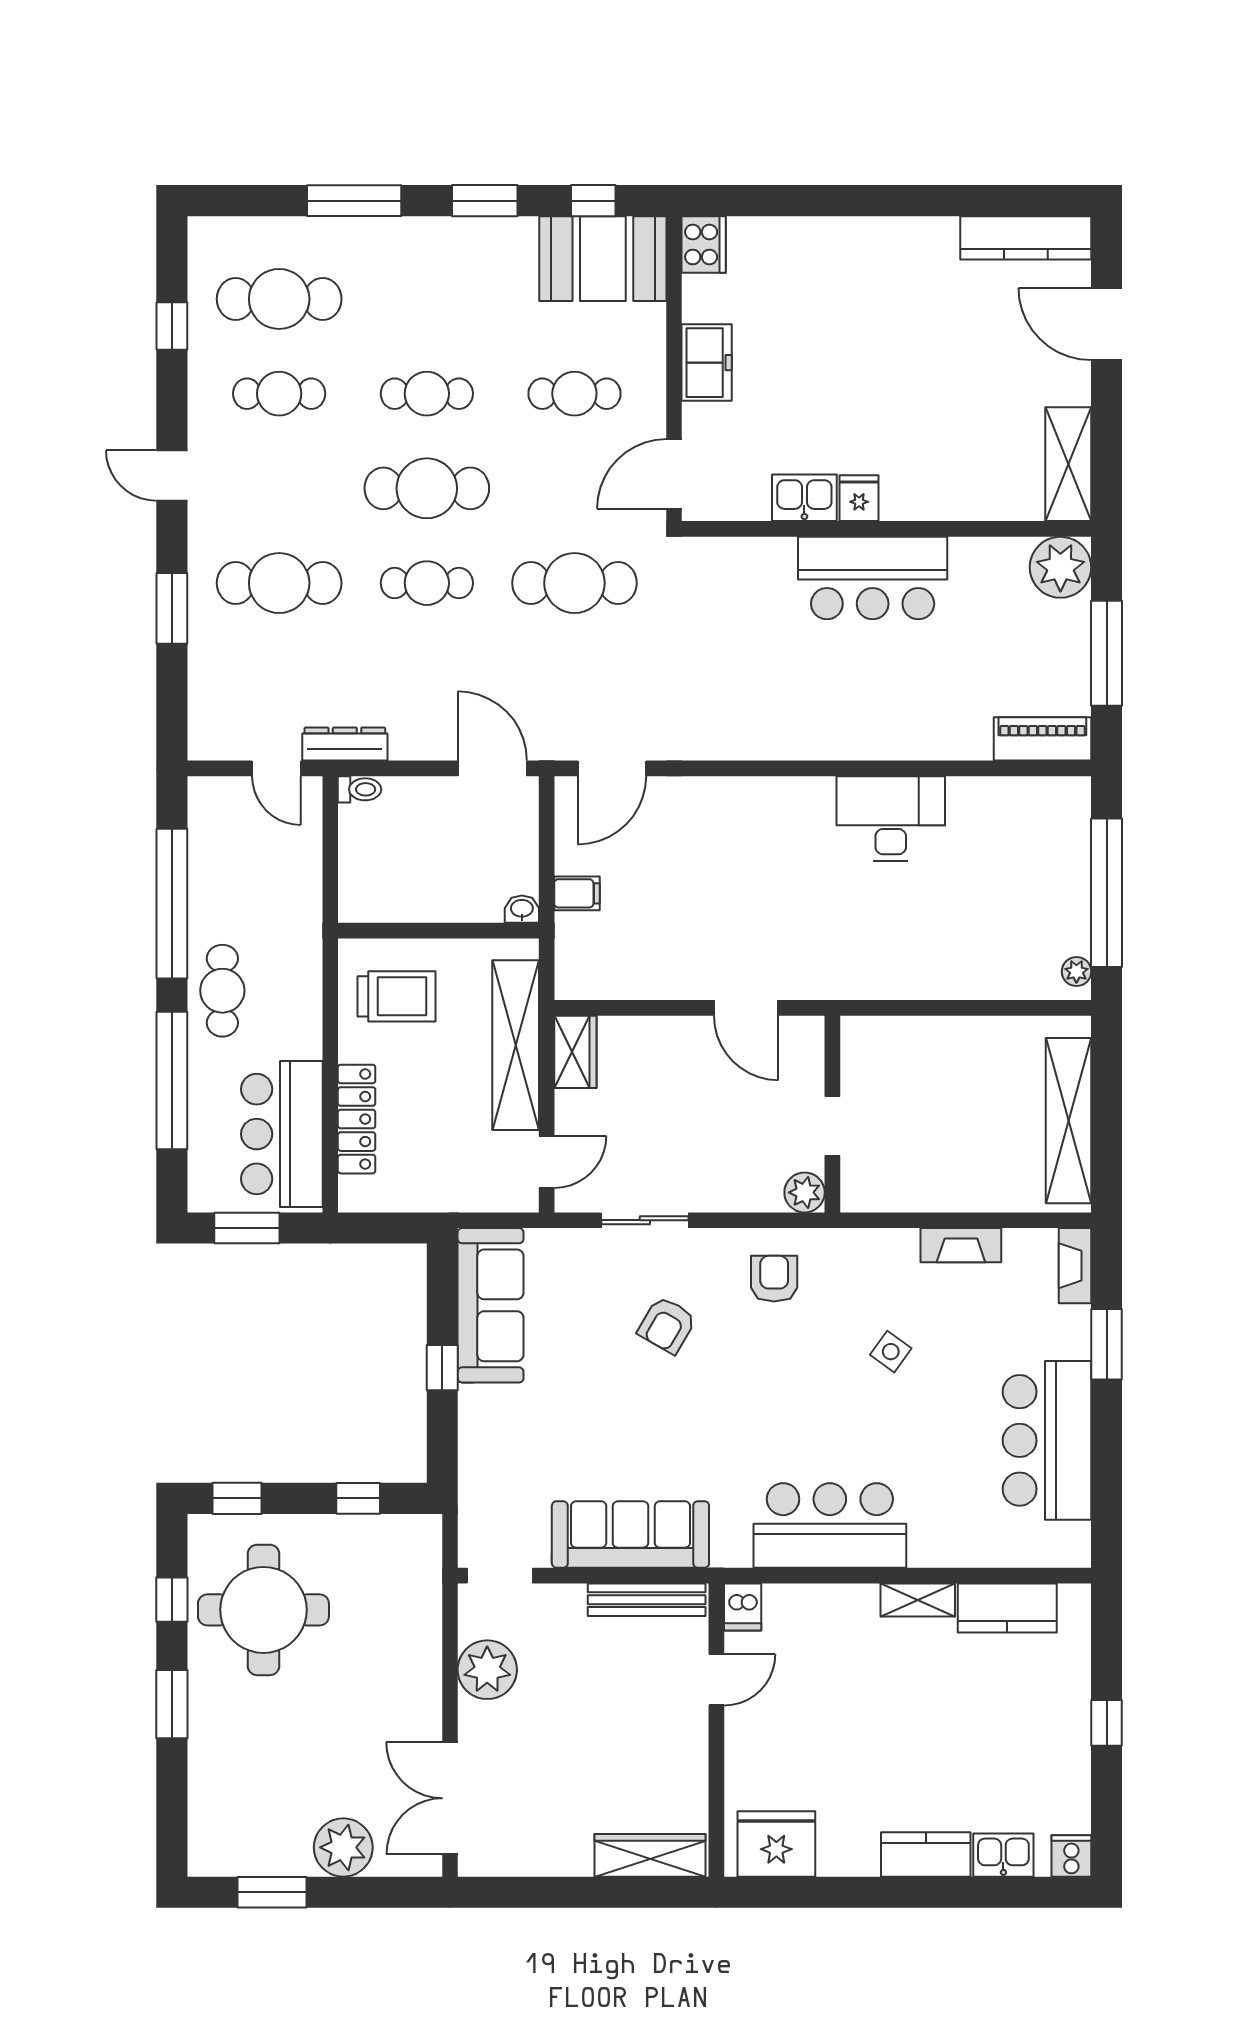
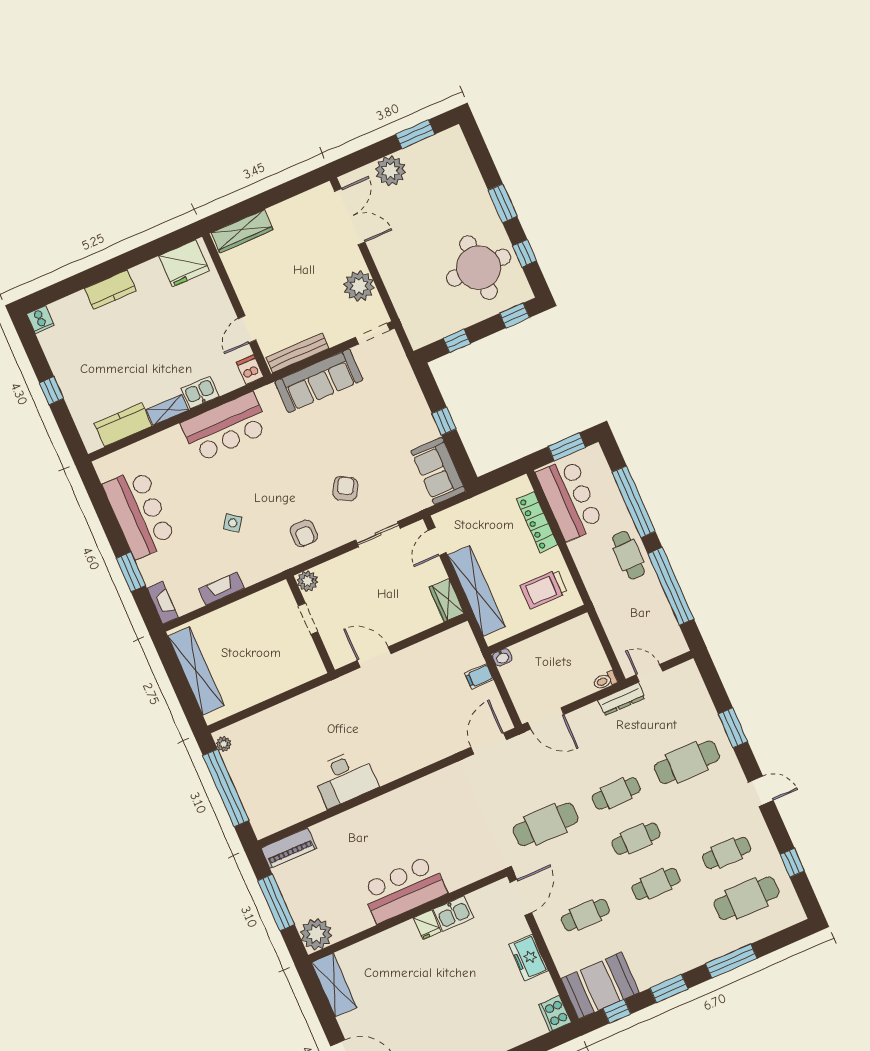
cafe table: (427, 488) -> (636, 839), width x0.73, depth x0.74
sofa: (491, 1305) -> (438, 471), width x0.73
kitchen sink: (1003, 1855) -> (200, 393), moved, turned 180

